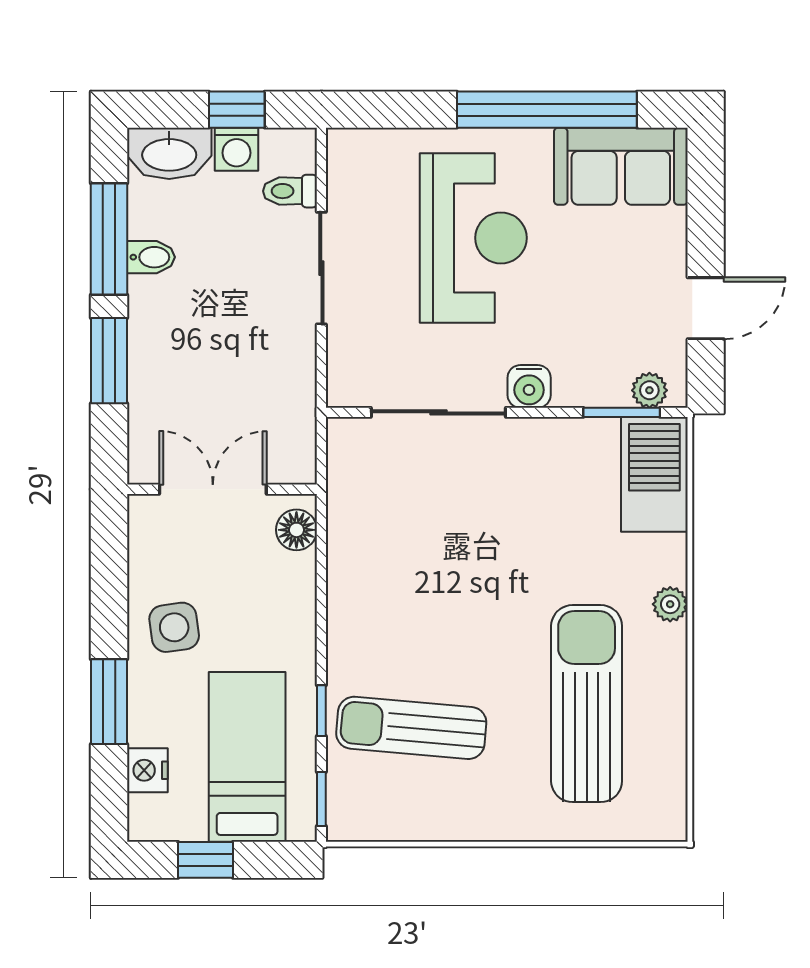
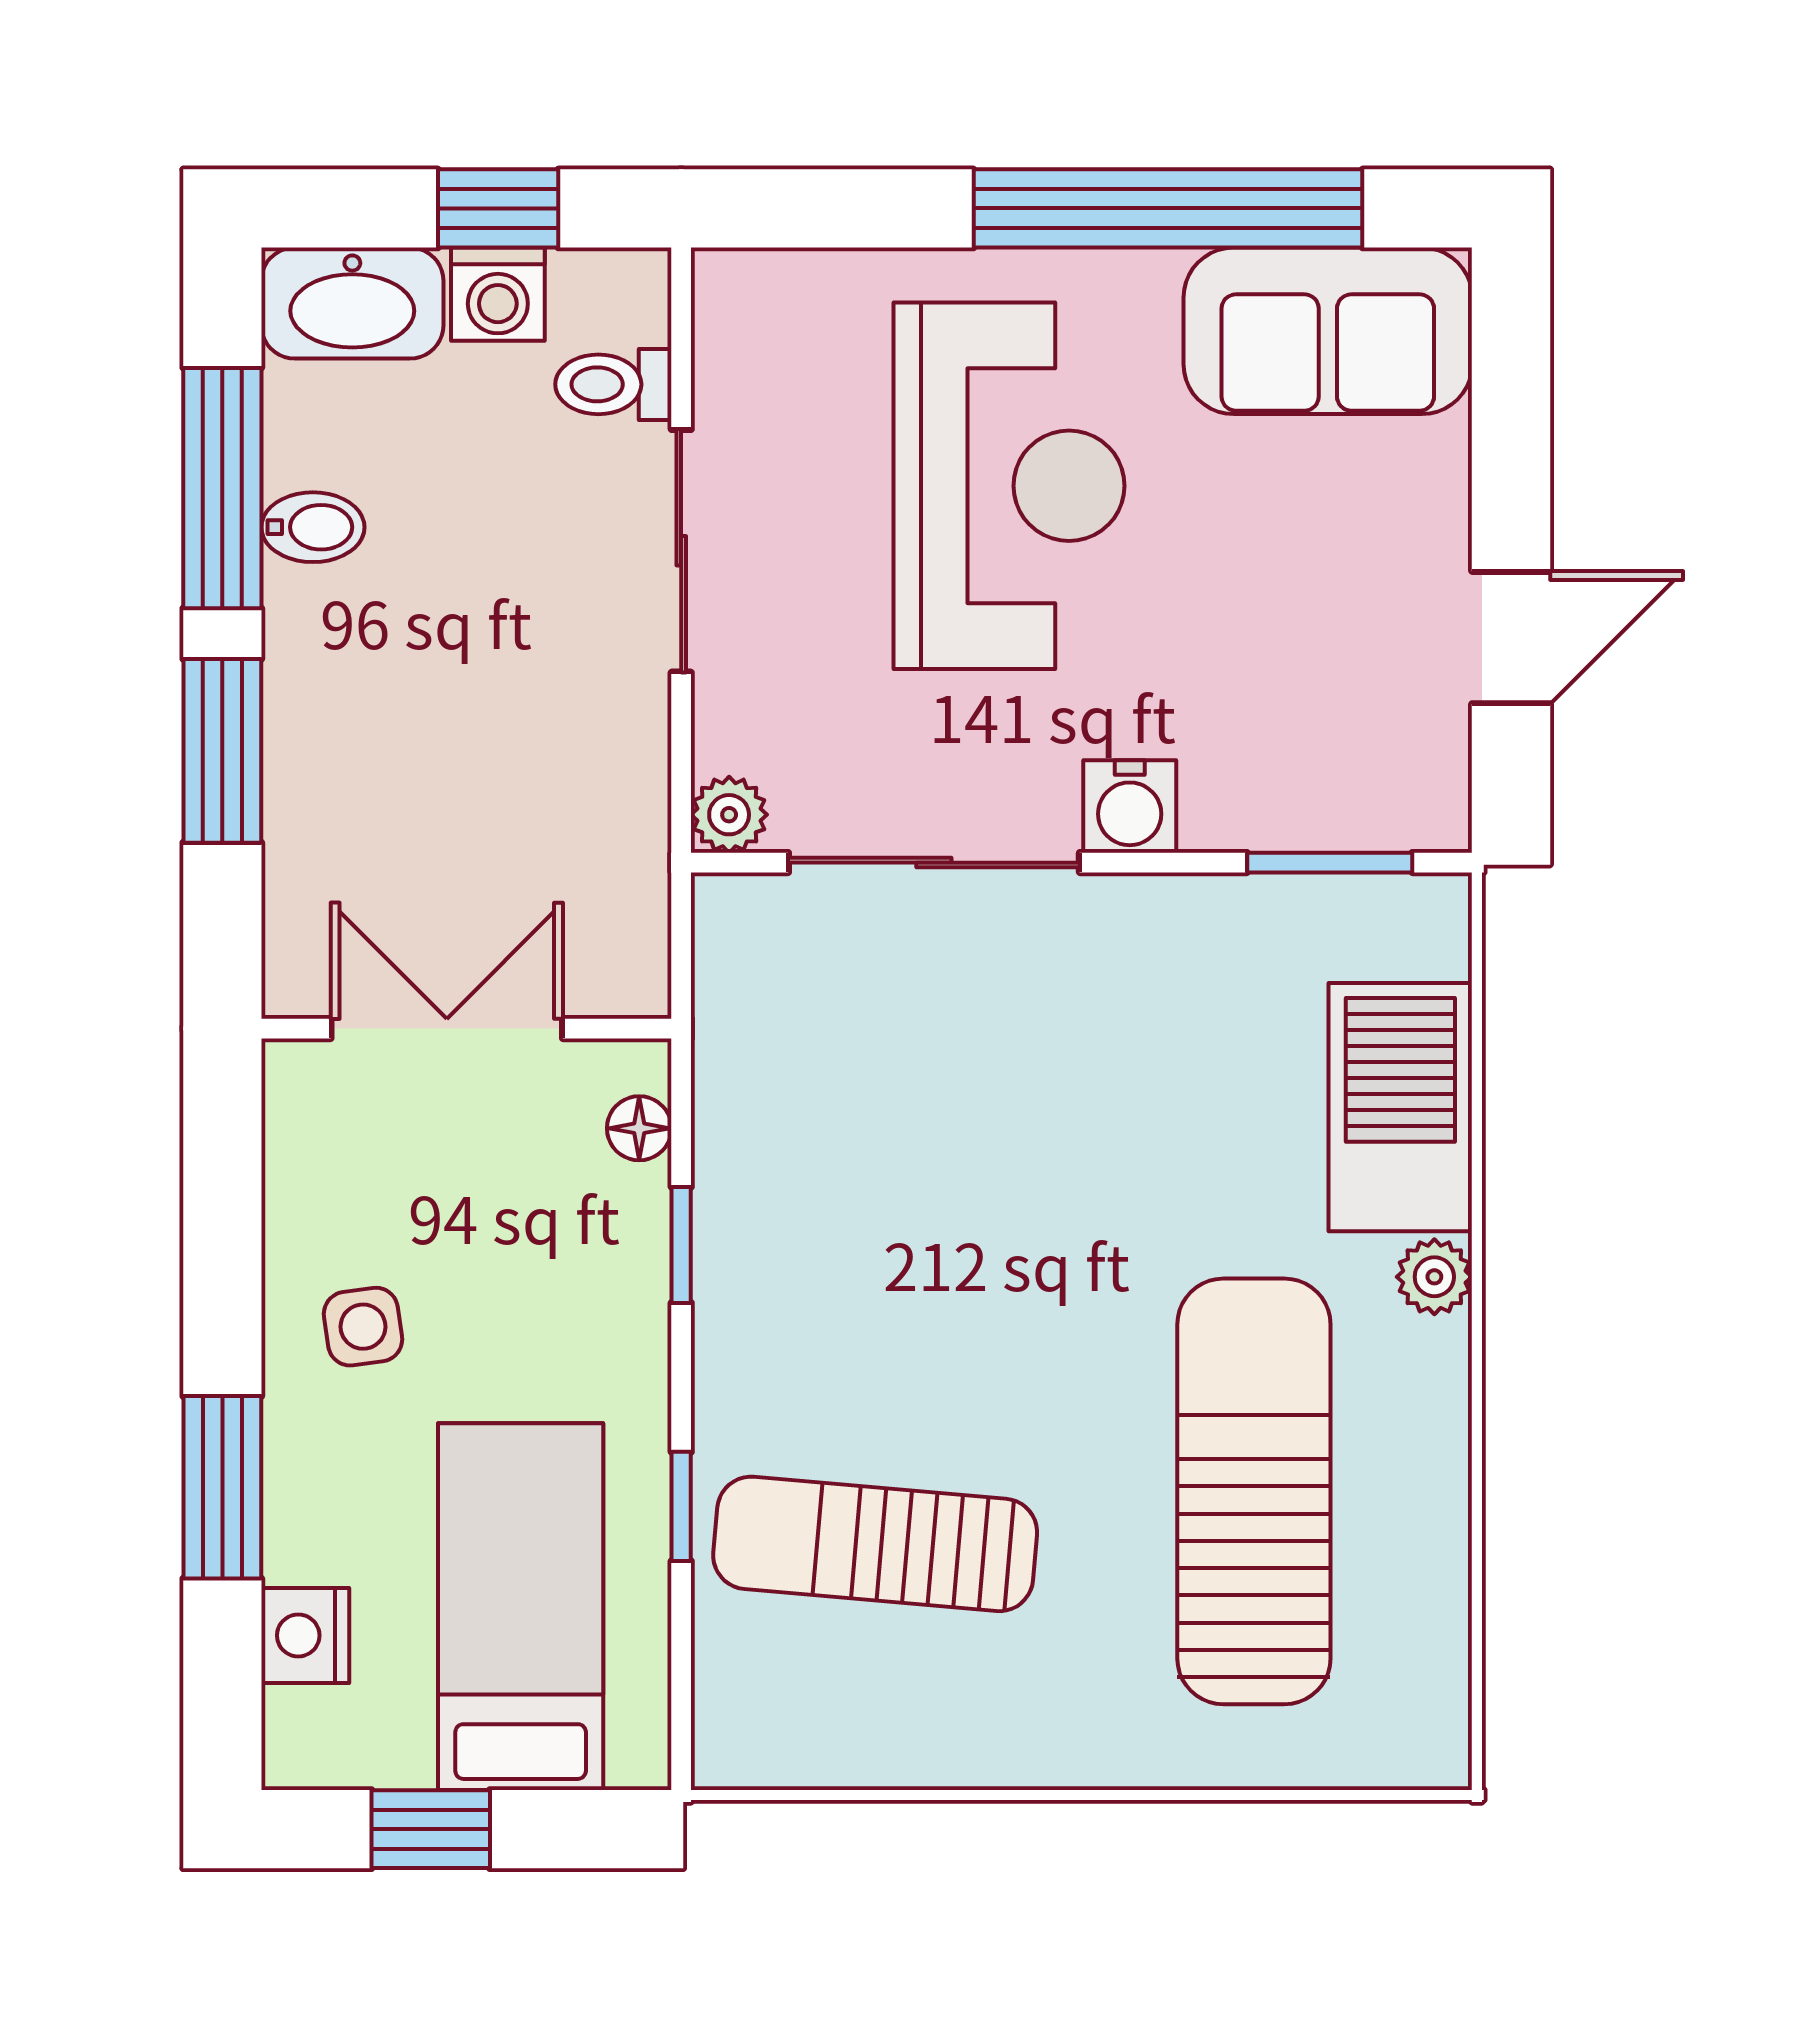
plant: (649, 390) -> (729, 815), moved
barbecue: (654, 474) -> (1400, 1107), moved
floor lamp: (296, 530) -> (639, 1128), width x0.73, depth x0.73
side table: (174, 627) -> (363, 1327), width x0.73, depth x0.73
window: (321, 799) -> (681, 1245), moved

